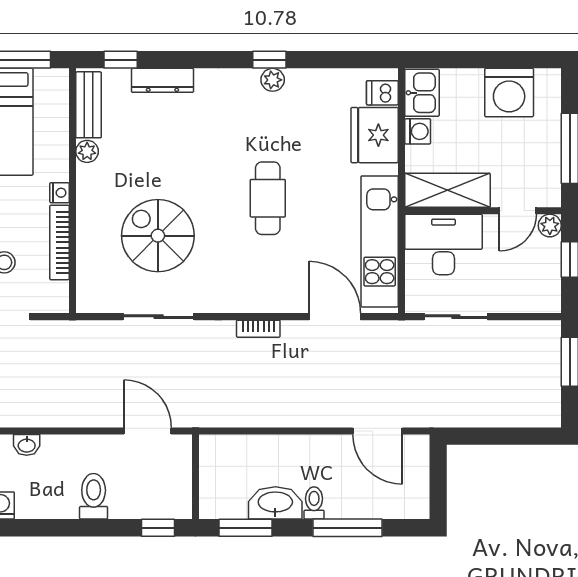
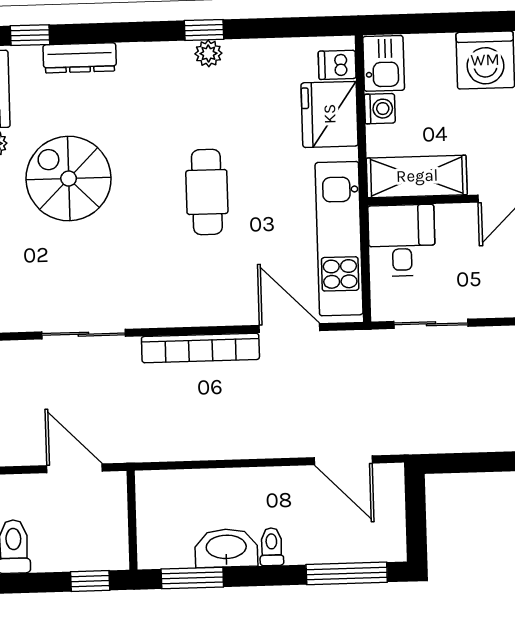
spiral stairs: (158, 236) -> (69, 179), moved
desk: (444, 244) -> (402, 240), width x0.73
bookcase: (258, 329) -> (200, 348), width x2.31, depth x1.31
window: (347, 528) -> (347, 573), moved

